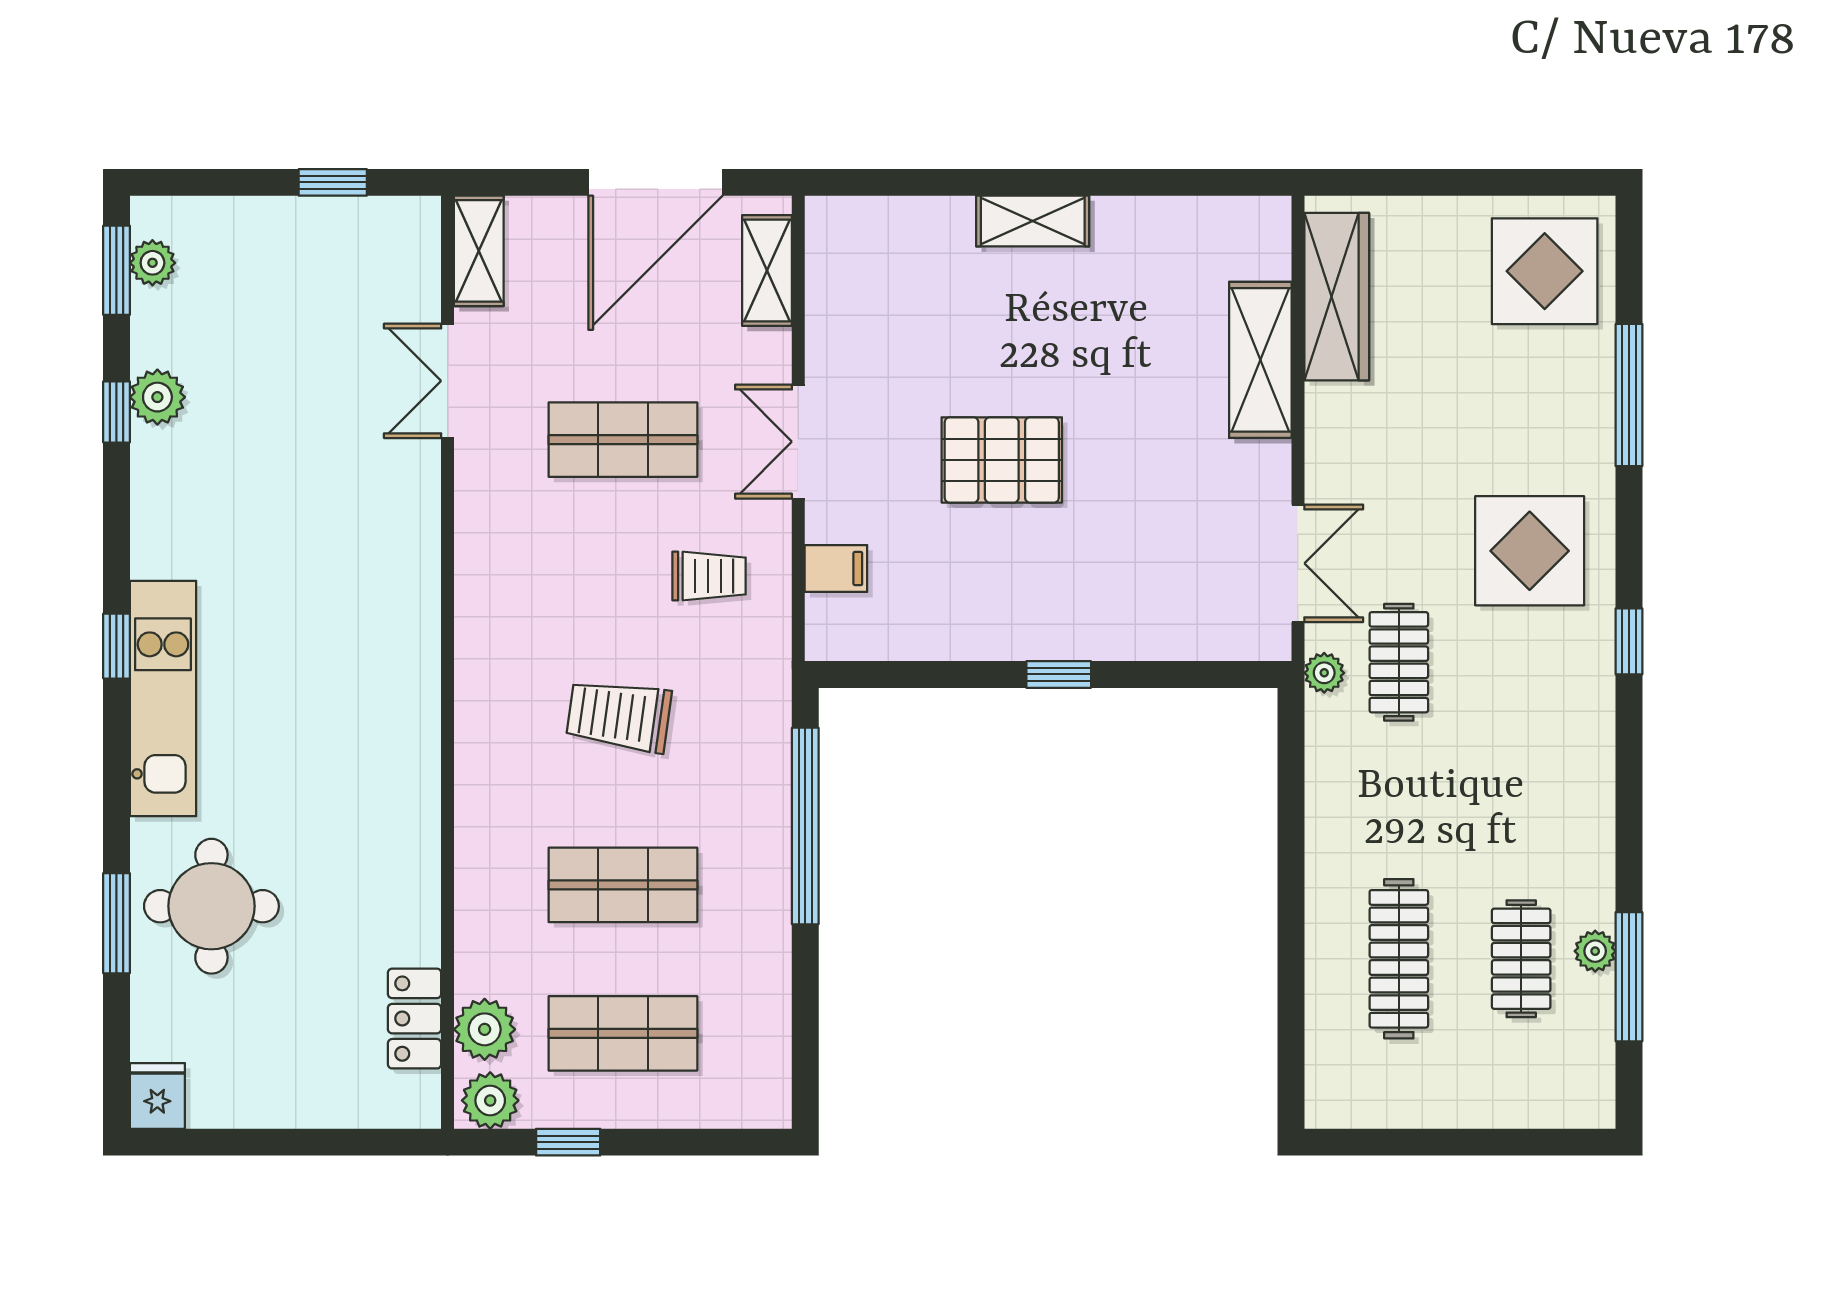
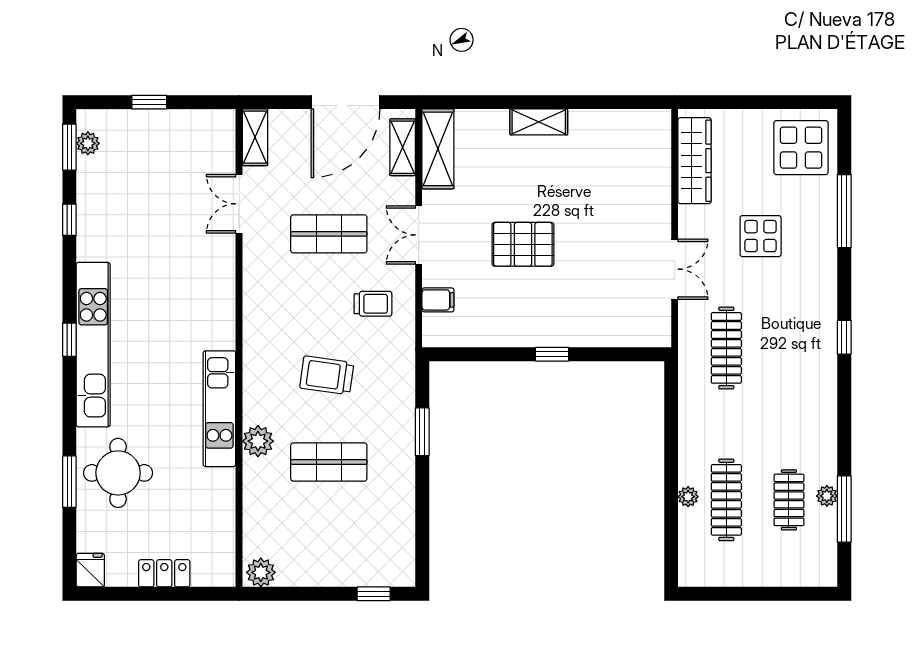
window: (333, 182) -> (149, 102), moved
shelving: (1260, 360) -> (438, 149), moved
plant: (157, 397) -> (90, 212), removed
display table: (1530, 551) -> (761, 236), moved, width x0.73, depth x0.73
double door: (1298, 563) -> (675, 269), moved
clothes rail: (1399, 662) -> (726, 348), width x1.36
plant: (1324, 673) -> (688, 497), moved
kitchen unit: (163, 699) -> (93, 345), width x1.36
kitchen unit: (409, 781) -> (219, 409), added
window: (805, 826) -> (422, 432), width x0.47
locker: (415, 1019) -> (164, 573), moved, turned 90
plant: (485, 1029) -> (258, 441), moved
shop shelf: (623, 1033) -> (329, 538), removed
window: (568, 1142) -> (374, 594), moved

